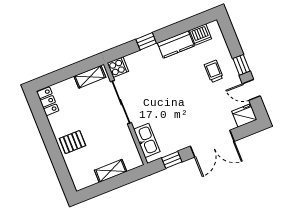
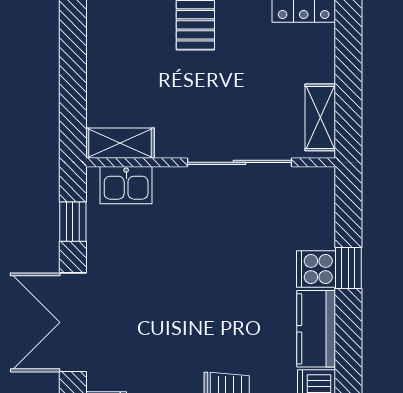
cooker: (118, 67) -> (316, 269), moved, turned 90
kitchen sink: (147, 140) -> (126, 185), width x0.73
shelving: (111, 171) -> (120, 143), moved, turned 90

